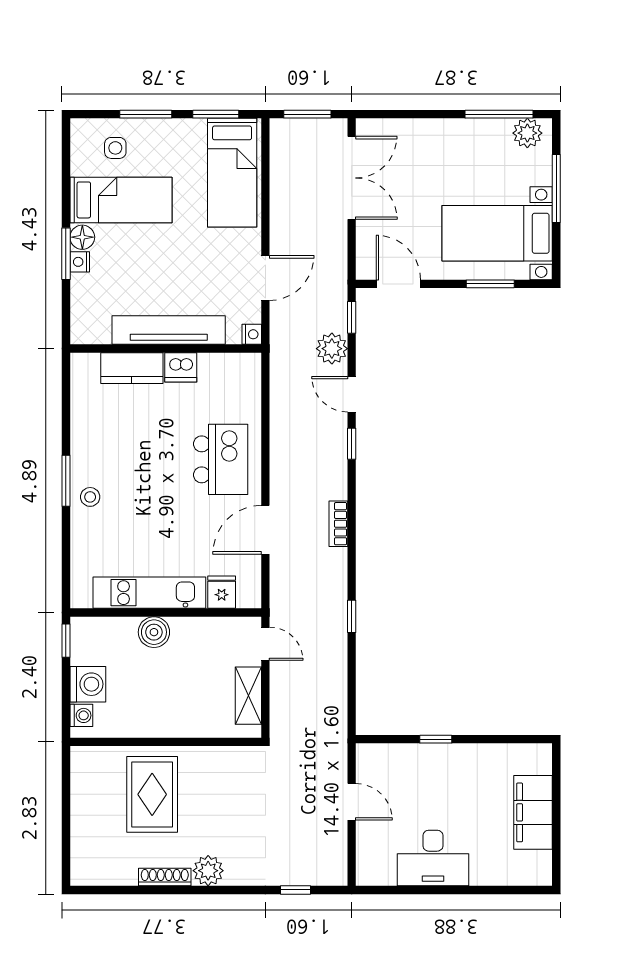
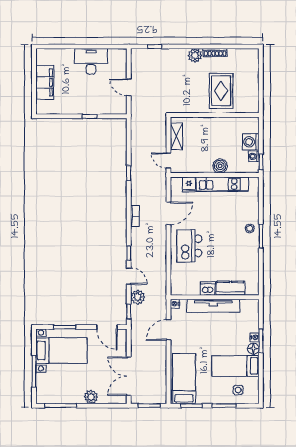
plant: (527, 133) -> (91, 397), moved
washing machine: (81, 715) -> (254, 156), moved

